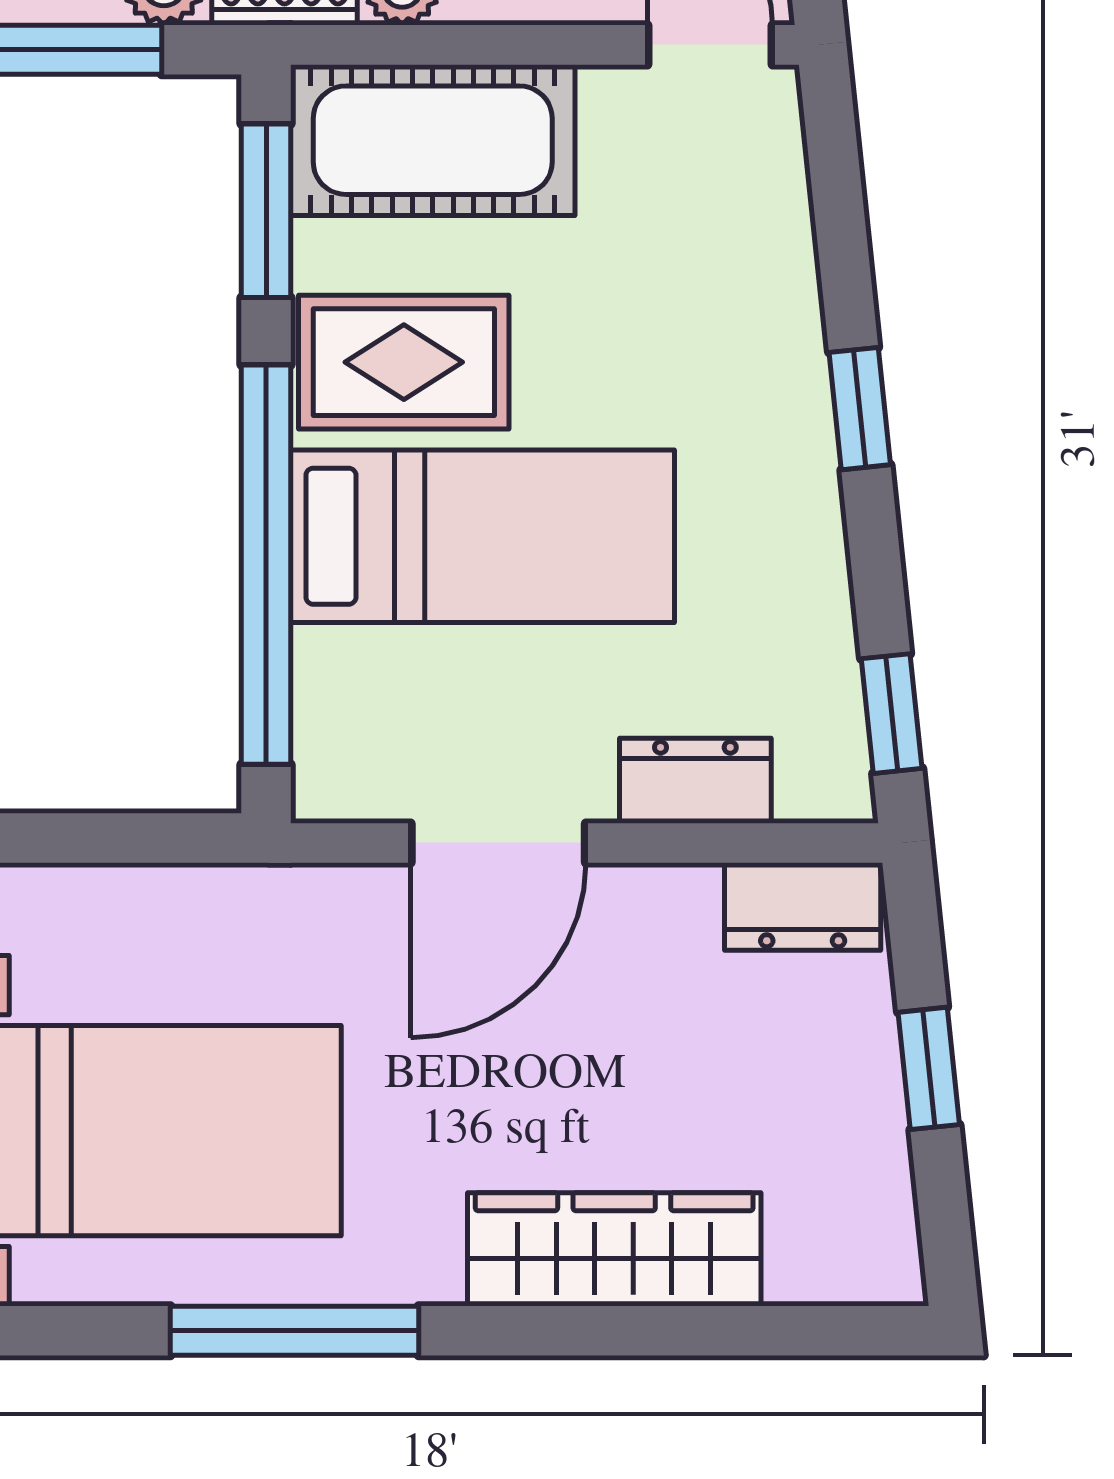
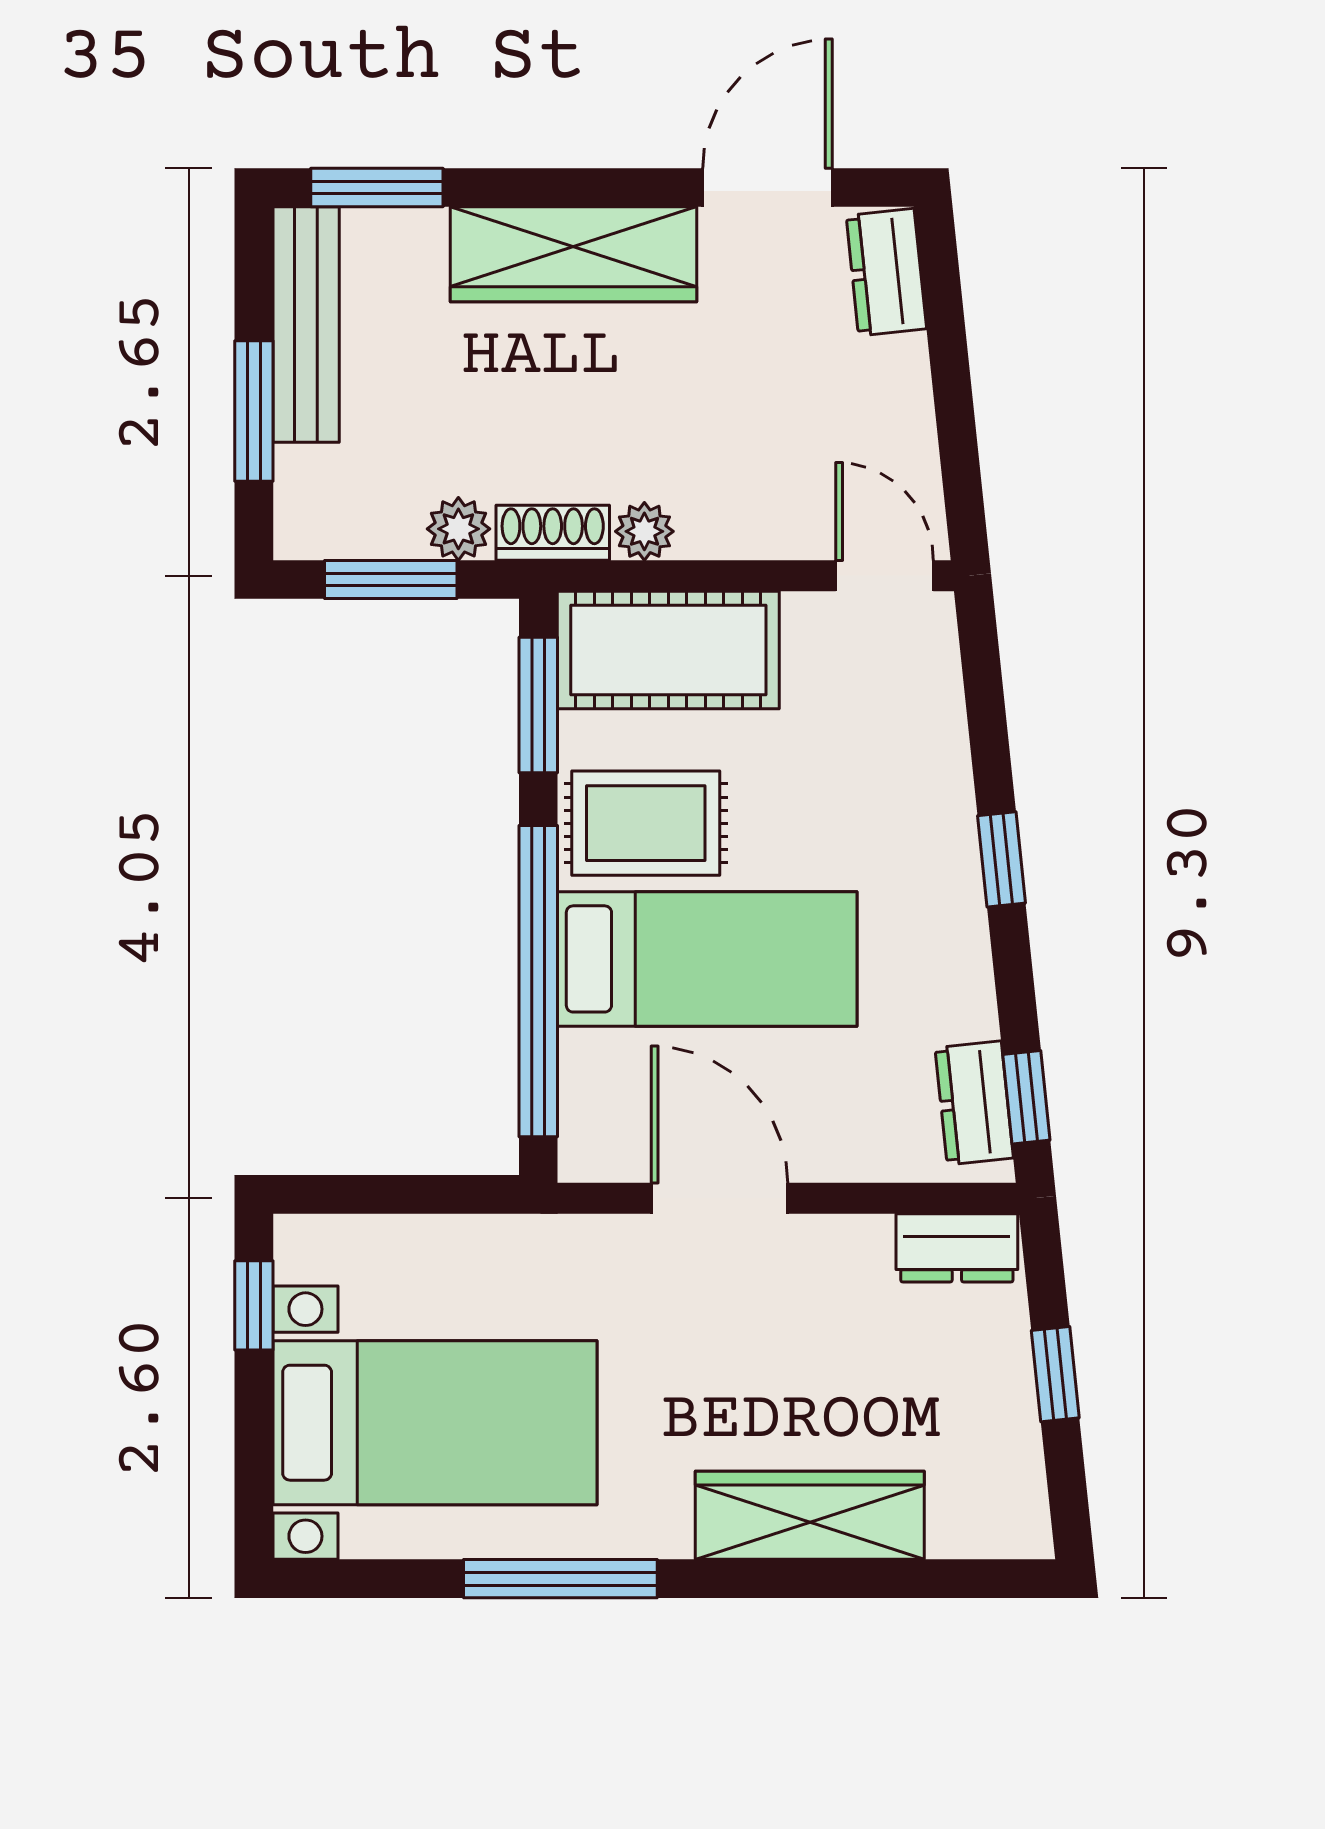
dresser: (695, 781) -> (974, 1103), moved, turned -96
door: (498, 843) -> (719, 1198), swing flipped

